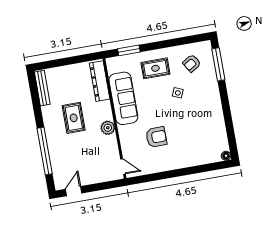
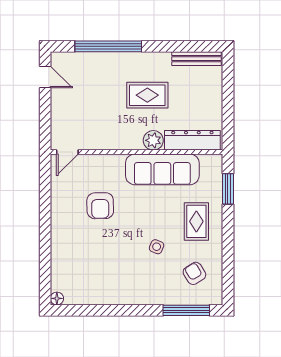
plant: (108, 128) -> (153, 140), moved

